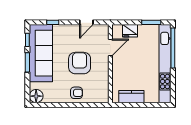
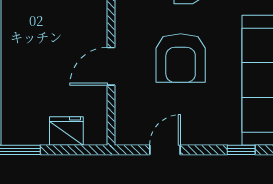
door: (110, 48) -> (111, 66), moved

